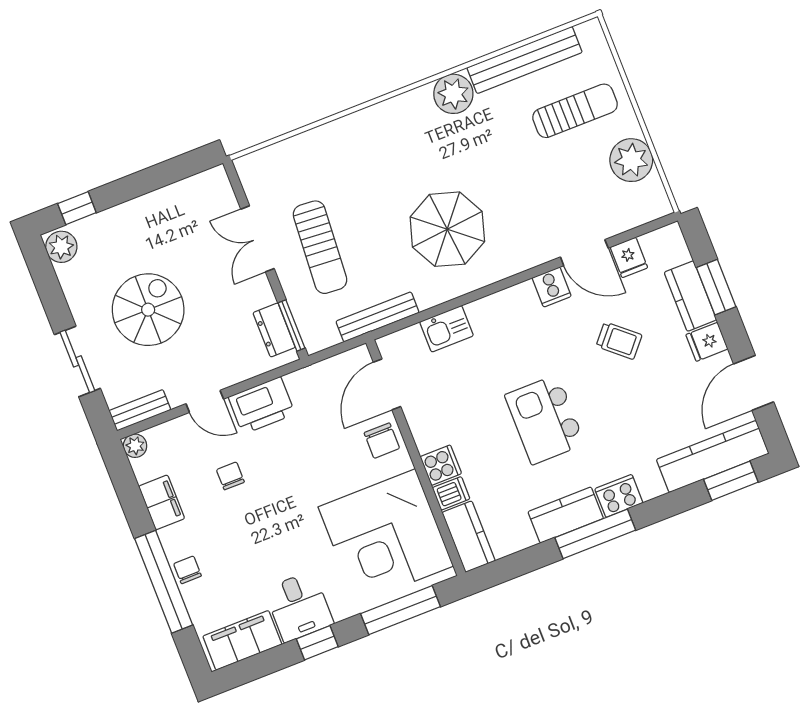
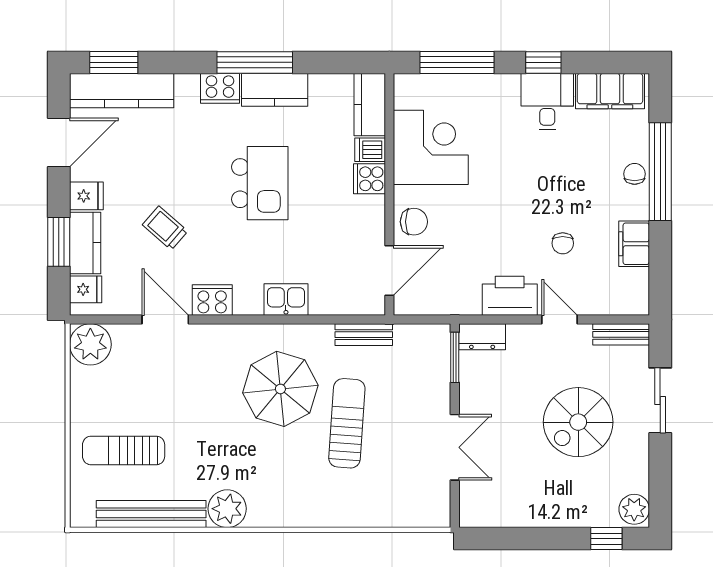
plant: (631, 160) -> (90, 344), moved
sun lounger: (320, 247) -> (347, 423), moved
fridge: (629, 257) -> (86, 289), moved, turned 90
cooker: (552, 287) -> (212, 300), width x1.36
bench: (377, 317) -> (364, 335), width x0.73
kitchen sink: (447, 329) -> (286, 300), moved
dresser: (274, 330) -> (482, 337), moved, turned 90
chair: (382, 441) -> (414, 222), turned 90
plant: (135, 446) -> (638, 304), removed
corner desk: (386, 536) -> (431, 147), width x0.74, depth x0.74
chair: (188, 570) -> (635, 174), turned 180

